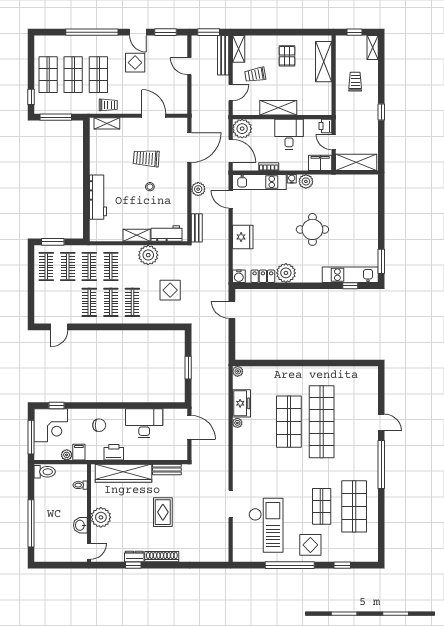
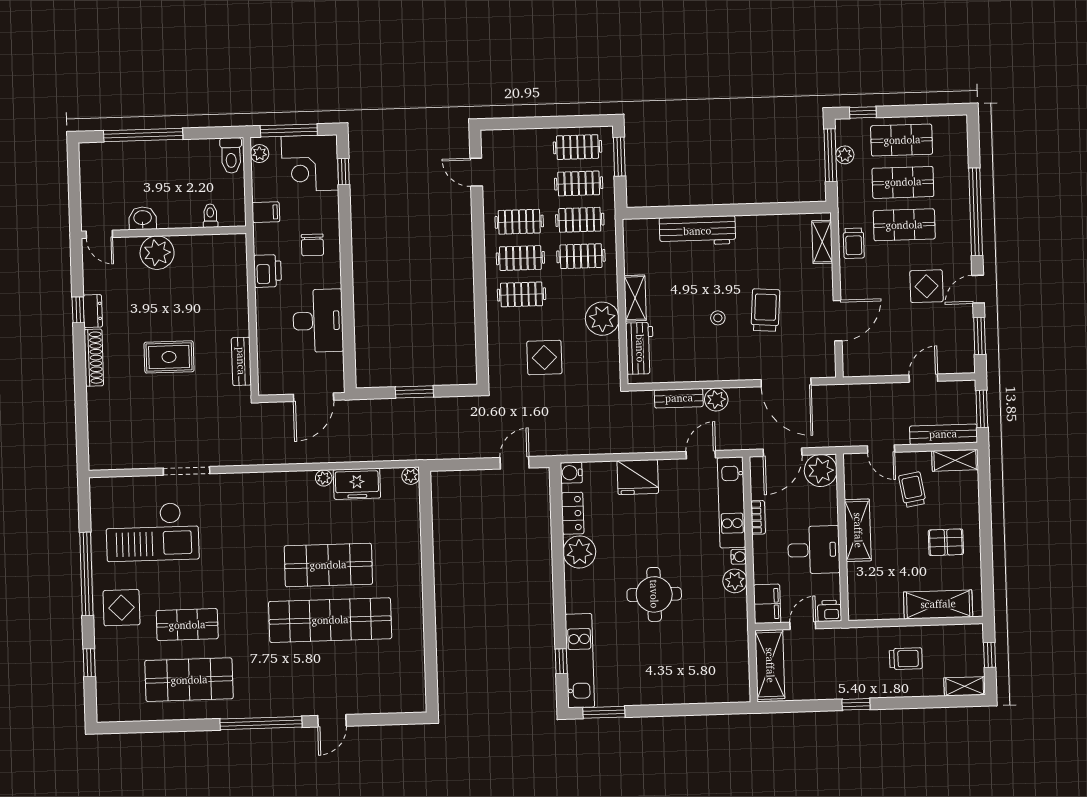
plant: (56, 109) -> (845, 155), added
bench: (197, 228) -> (679, 398), moved
plant: (67, 455) -> (260, 154), moved
wardrobe: (123, 473) -> (233, 288), removed

